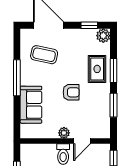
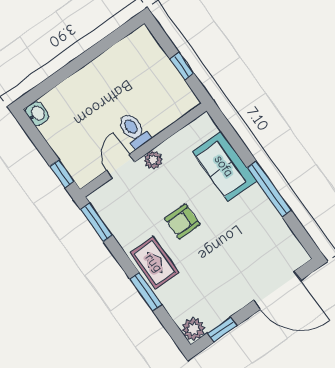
coffee table: (44, 55) -> (255, 246), removed
rug: (97, 69) -> (154, 263), moved
window: (114, 105) -> (96, 222), moved

